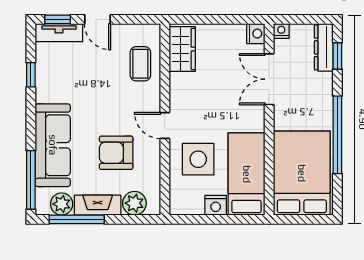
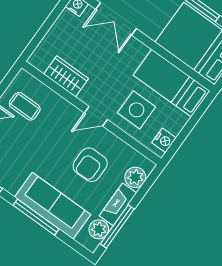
wardrobe: (182, 49) -> (66, 76), moved
coffee table: (140, 64) -> (25, 106), moved
window: (31, 180) -> (36, 217), moved
nightstand: (216, 205) -> (164, 140), moved

